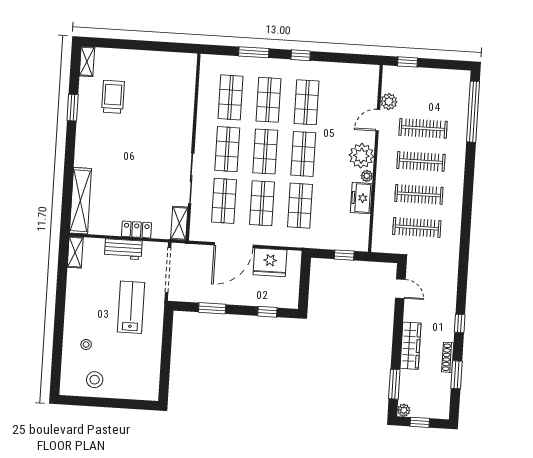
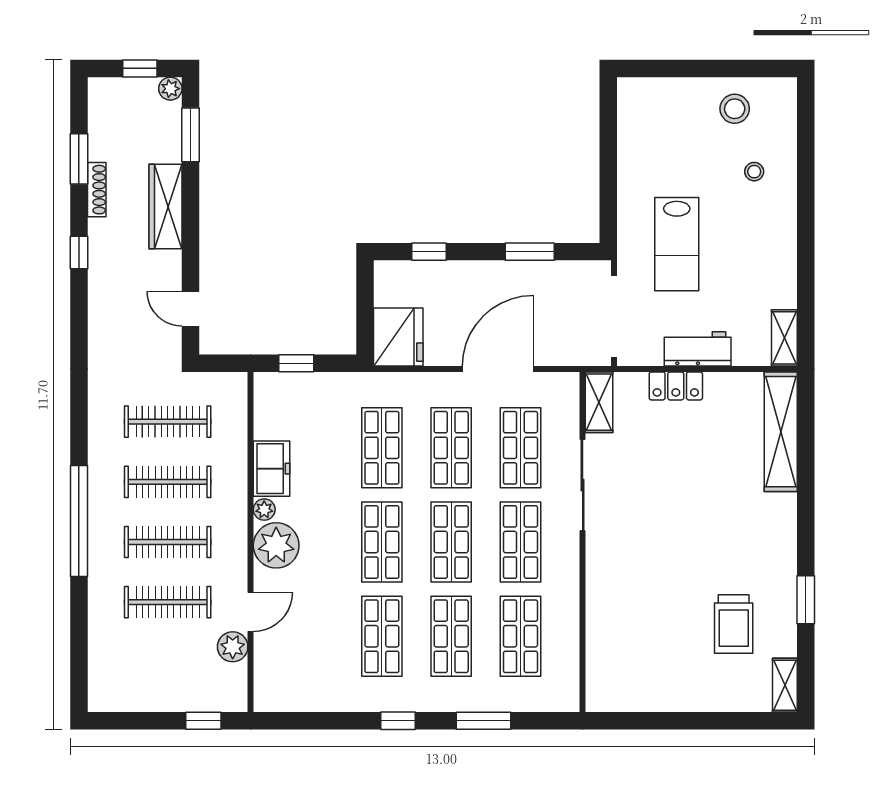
window: (473, 112) -> (79, 521), moved
fridge: (270, 262) -> (398, 337), moved, turned 90

